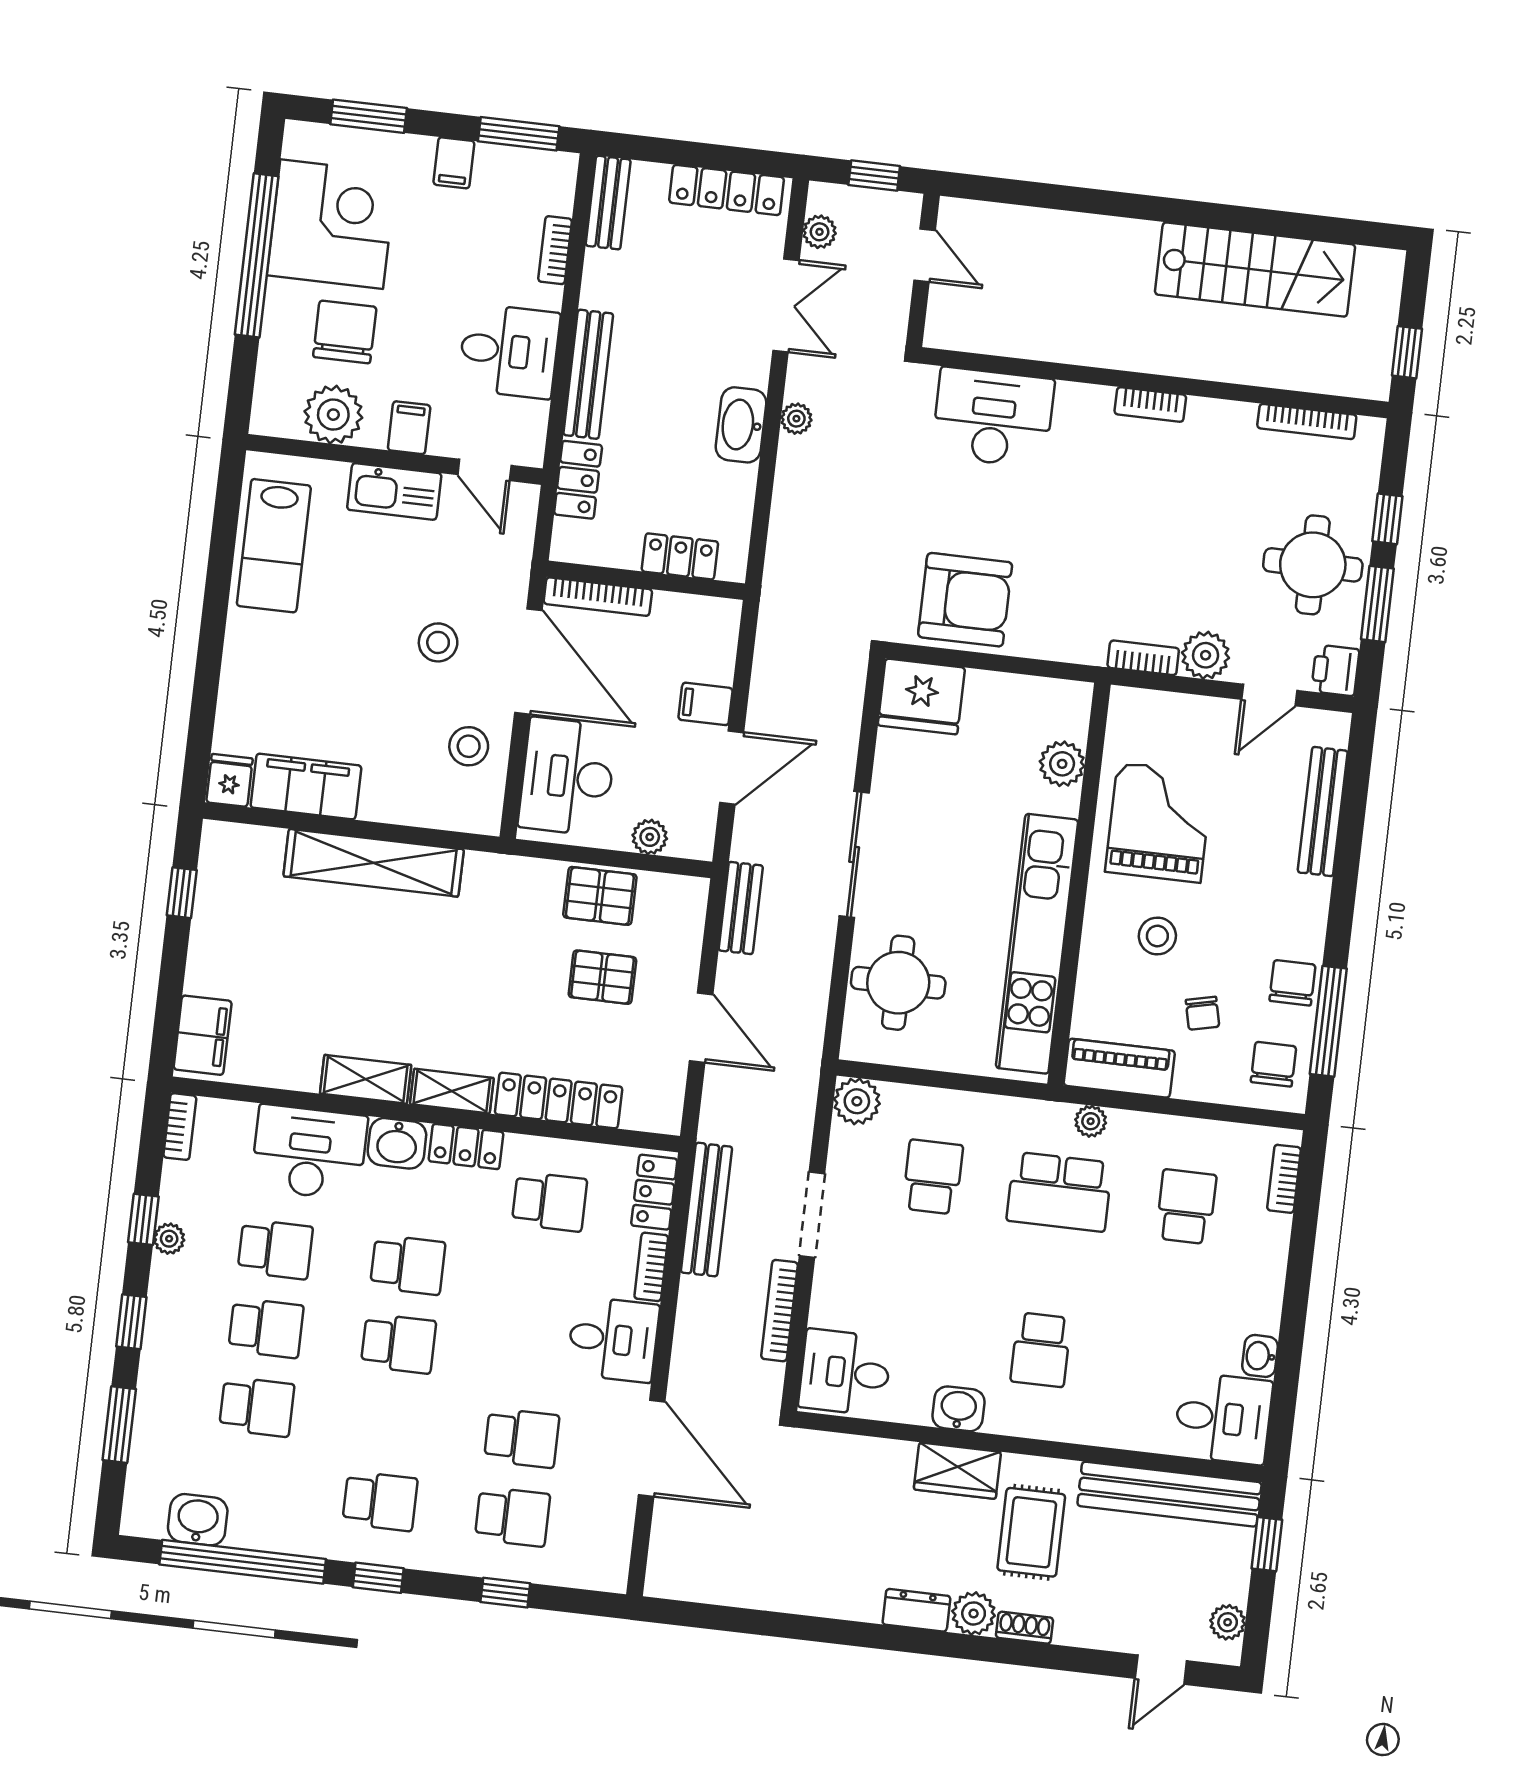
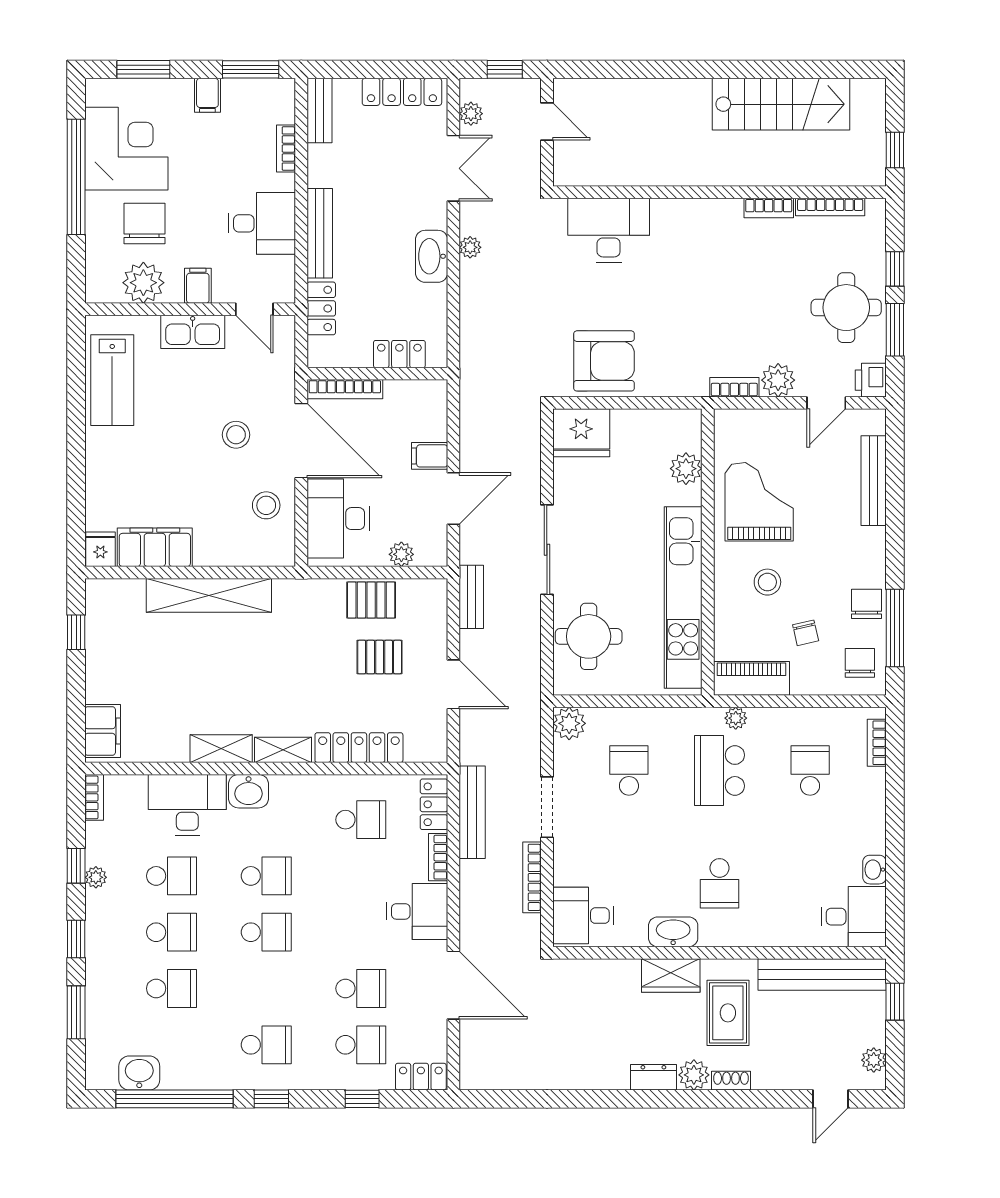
bookcase: (1150, 404) -> (769, 208), moved
locker: (466, 1147) -> (421, 1077), moved, turned 180
school desk: (1059, 1192) -> (719, 770), turned 90
washbasin: (958, 1409) -> (673, 932), width x1.38

